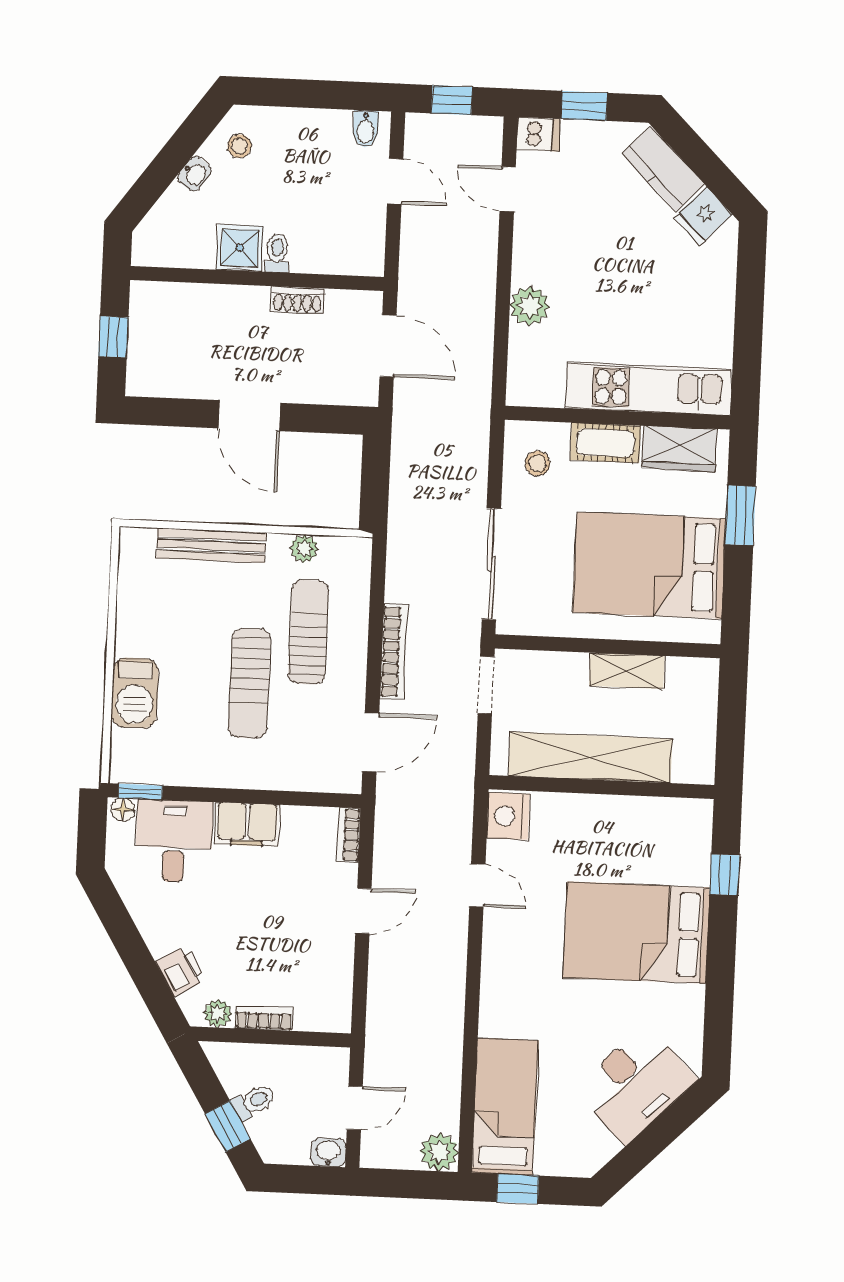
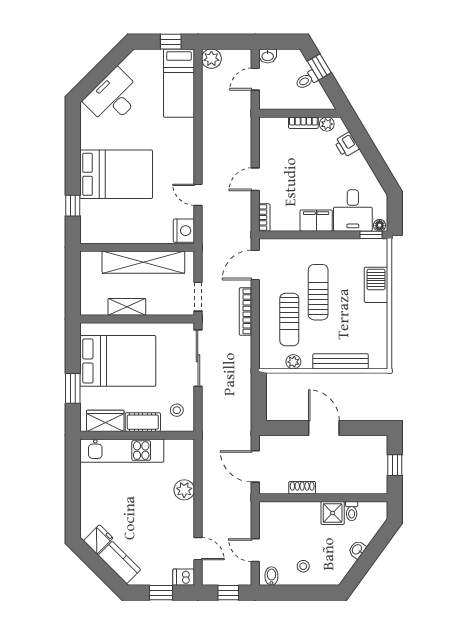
stool: (239, 146) -> (303, 566), moved
toilet: (277, 253) -> (352, 511), moved

